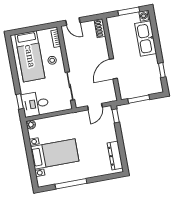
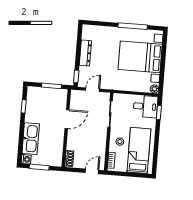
door: (73, 22) -> (92, 171), hinge flipped
bed with nightstands: (55, 154) -> (140, 57), width x1.36
dresser: (115, 155) -> (85, 53), moved

